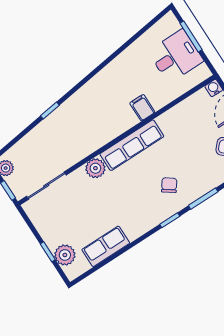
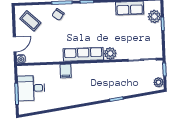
chair: (169, 185) -> (58, 14), moved

